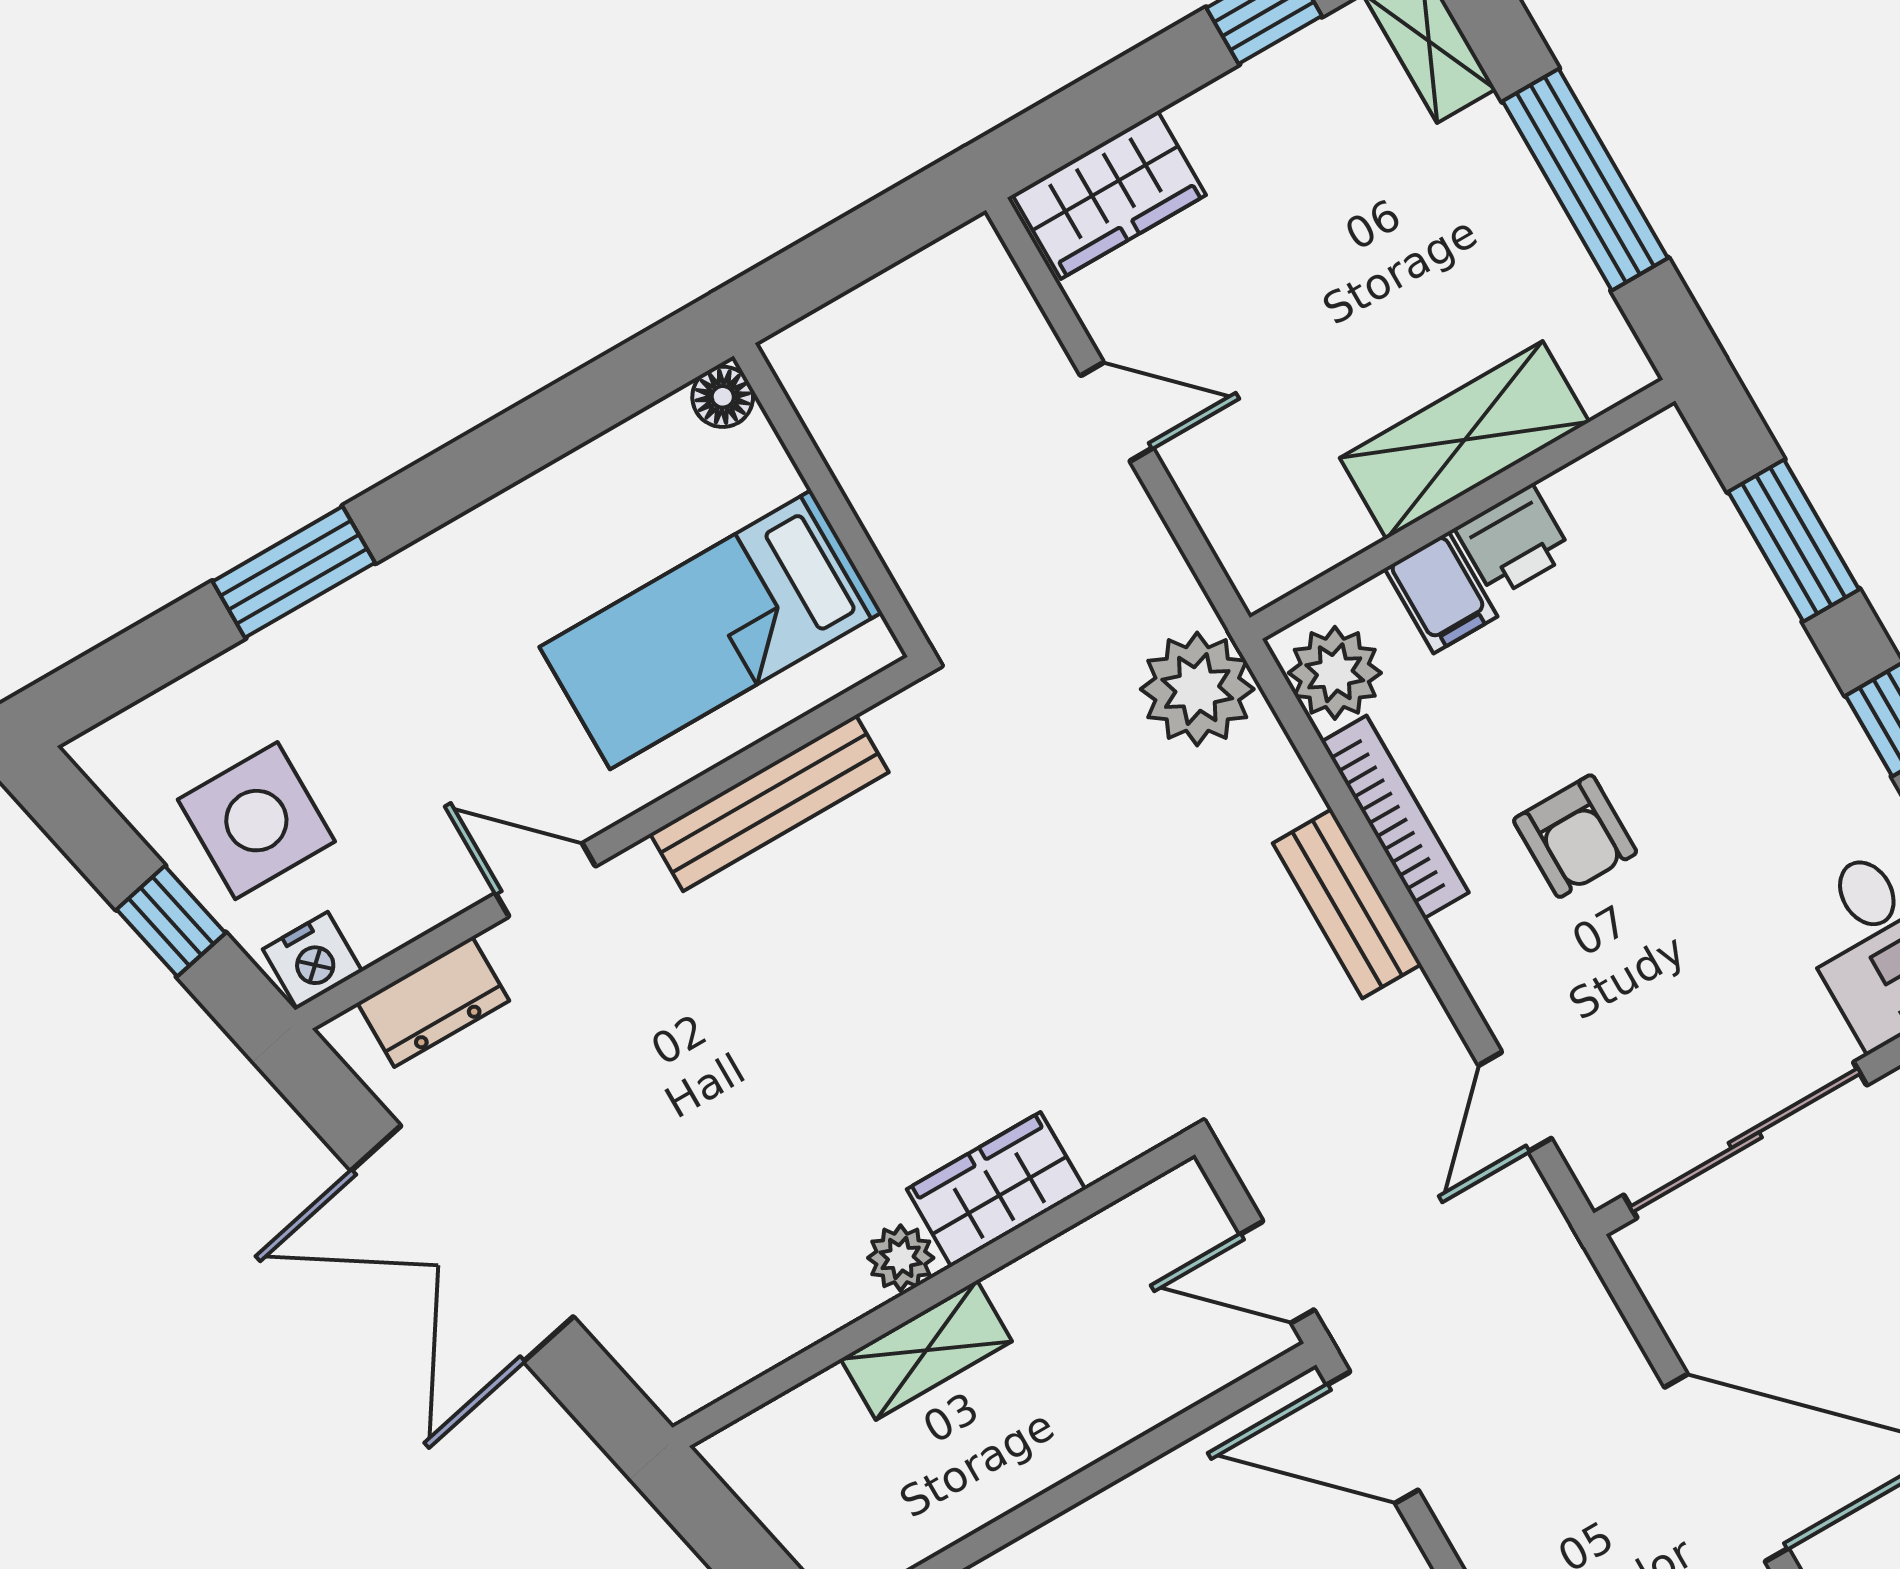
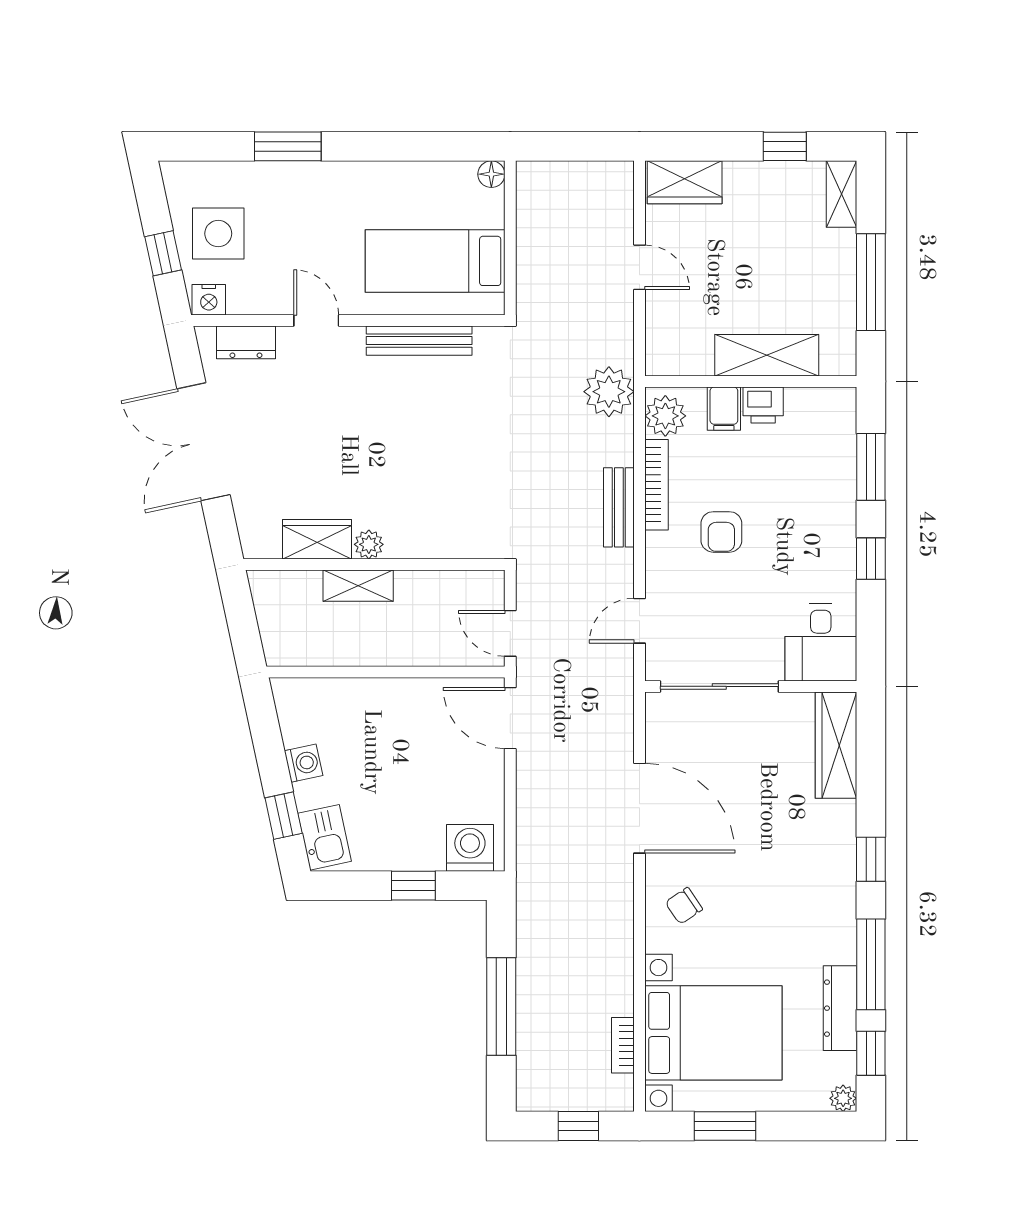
wardrobe: (996, 1189) -> (317, 539), moved

